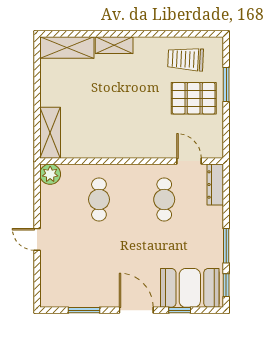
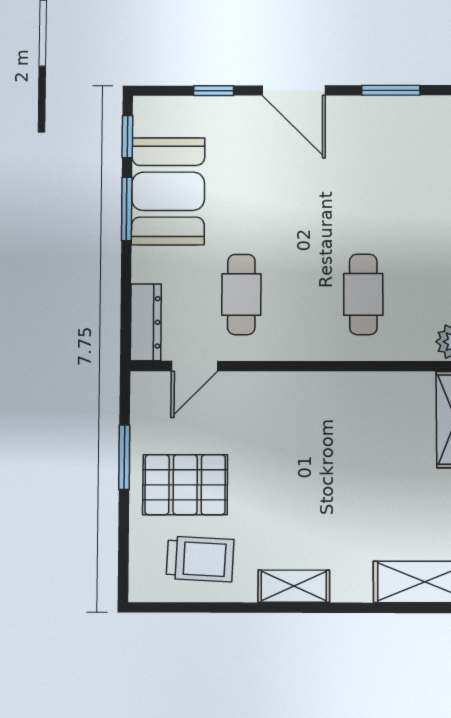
shelving: (114, 45) -> (294, 586), moved
window: (226, 85) -> (124, 457), moved
door: (189, 161) -> (194, 366), hinge flipped
booth: (190, 288) -> (168, 191), moved, turned 90

